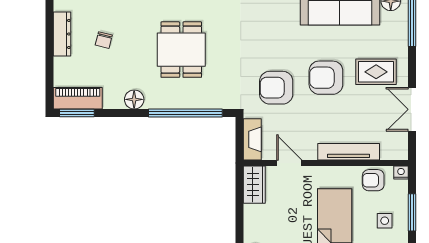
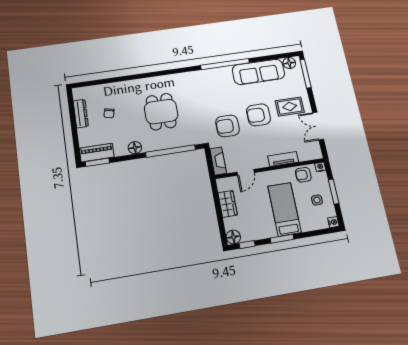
tv unit: (349, 152) -> (283, 159), width x0.71
door: (289, 163) -> (246, 172), swing flipped
wardrobe: (254, 185) -> (228, 204), moved

